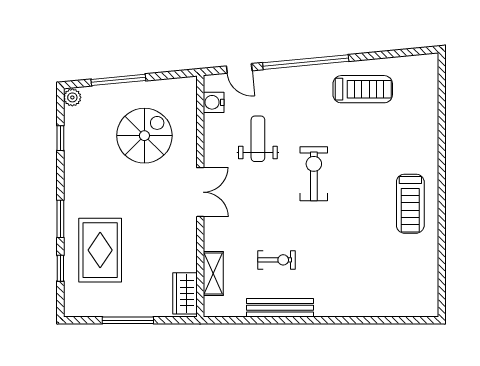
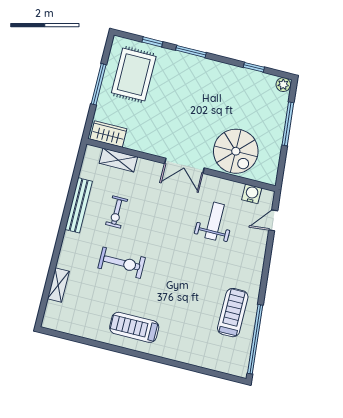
window: (306, 62) -> (255, 339), moved
treadmill: (363, 89) -> (233, 313), turned 180
spiral stairs: (144, 136) -> (236, 151), moved
weight bench: (258, 139) -> (215, 221), turned -90
exercise bike: (314, 174) -> (122, 263), moved
rug: (100, 250) -> (134, 75), moved, turned 90
shelving: (382, 308) -> (58, 285), added

